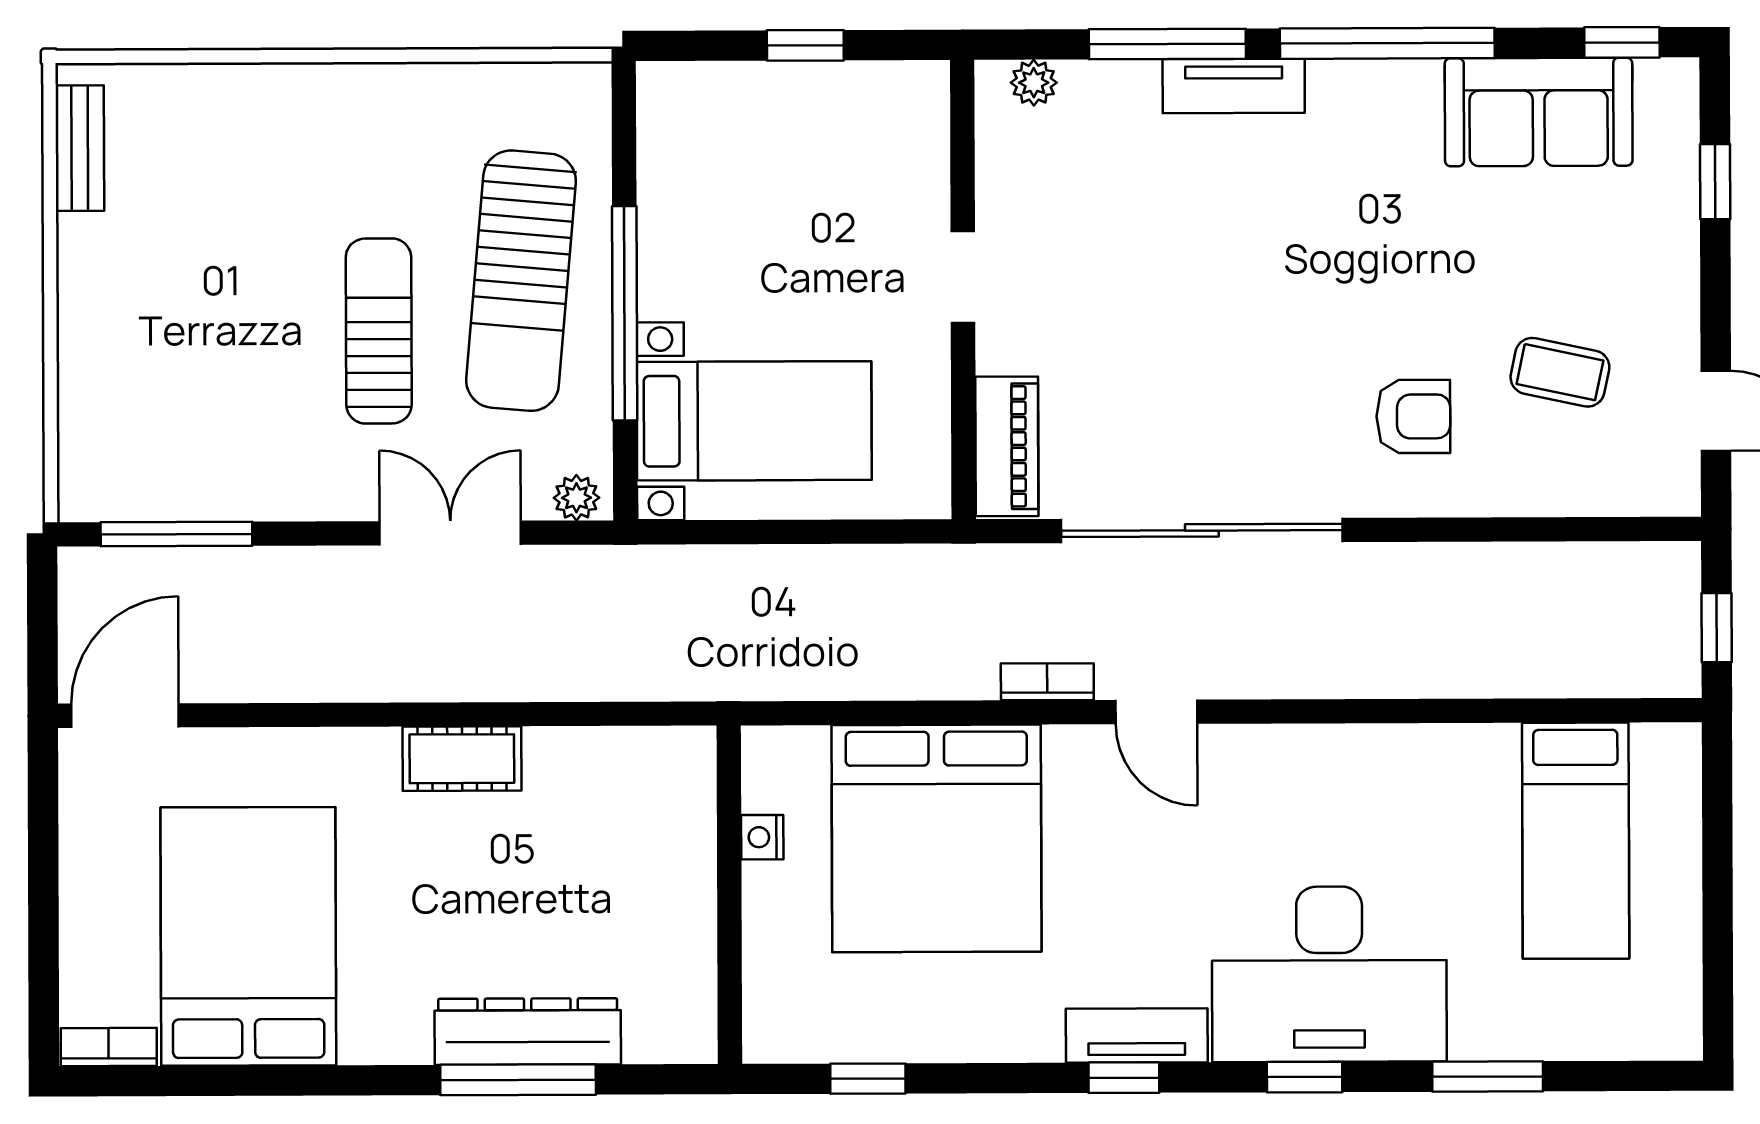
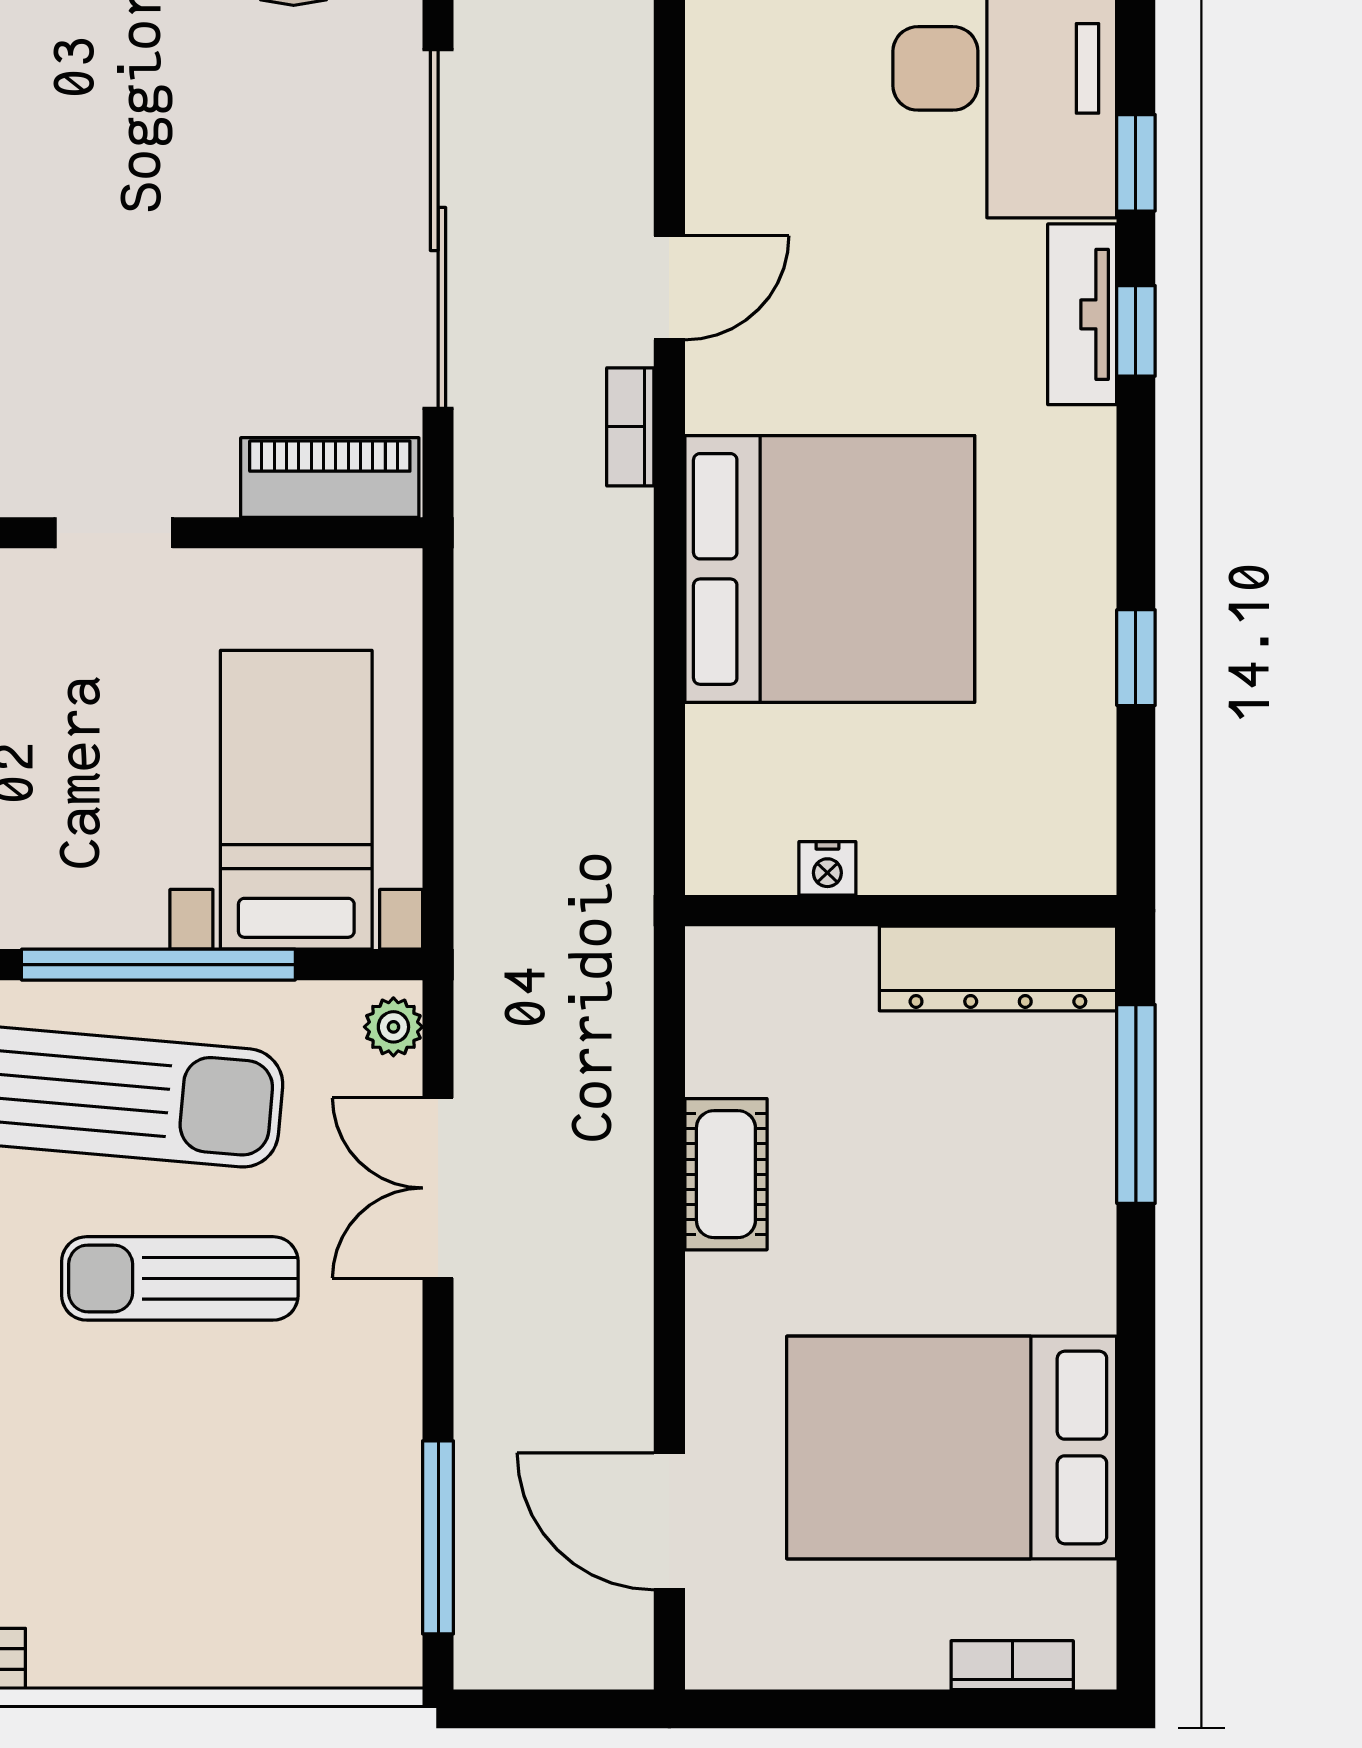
door: (125, 716) -> (669, 1521), moved
nightstand: (762, 837) -> (827, 868), moved
wall: (729, 895) -> (901, 911), moved
dresser: (528, 1032) -> (998, 968), moved, turned -90
bookcase: (109, 1047) -> (1012, 1665), moved, turned 90
window: (1305, 1077) -> (1136, 163), moved

